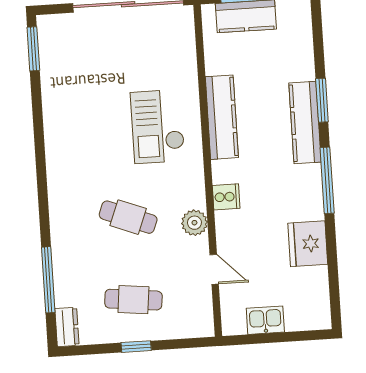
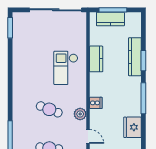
kitchen counter: (222, 117) -> (96, 59), width x0.67
kitchen counter: (305, 123) -> (135, 57), moved

